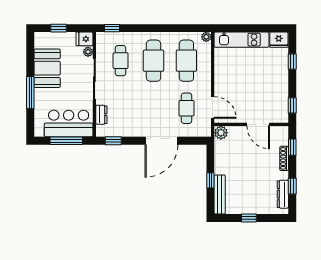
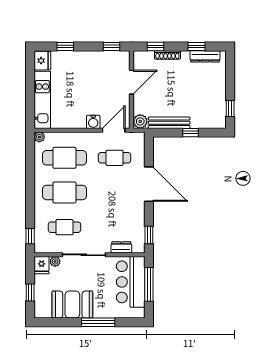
water cooler: (221, 88) -> (93, 122), added
bench: (220, 194) -> (169, 123), moved
window: (249, 218) -> (230, 108), moved

